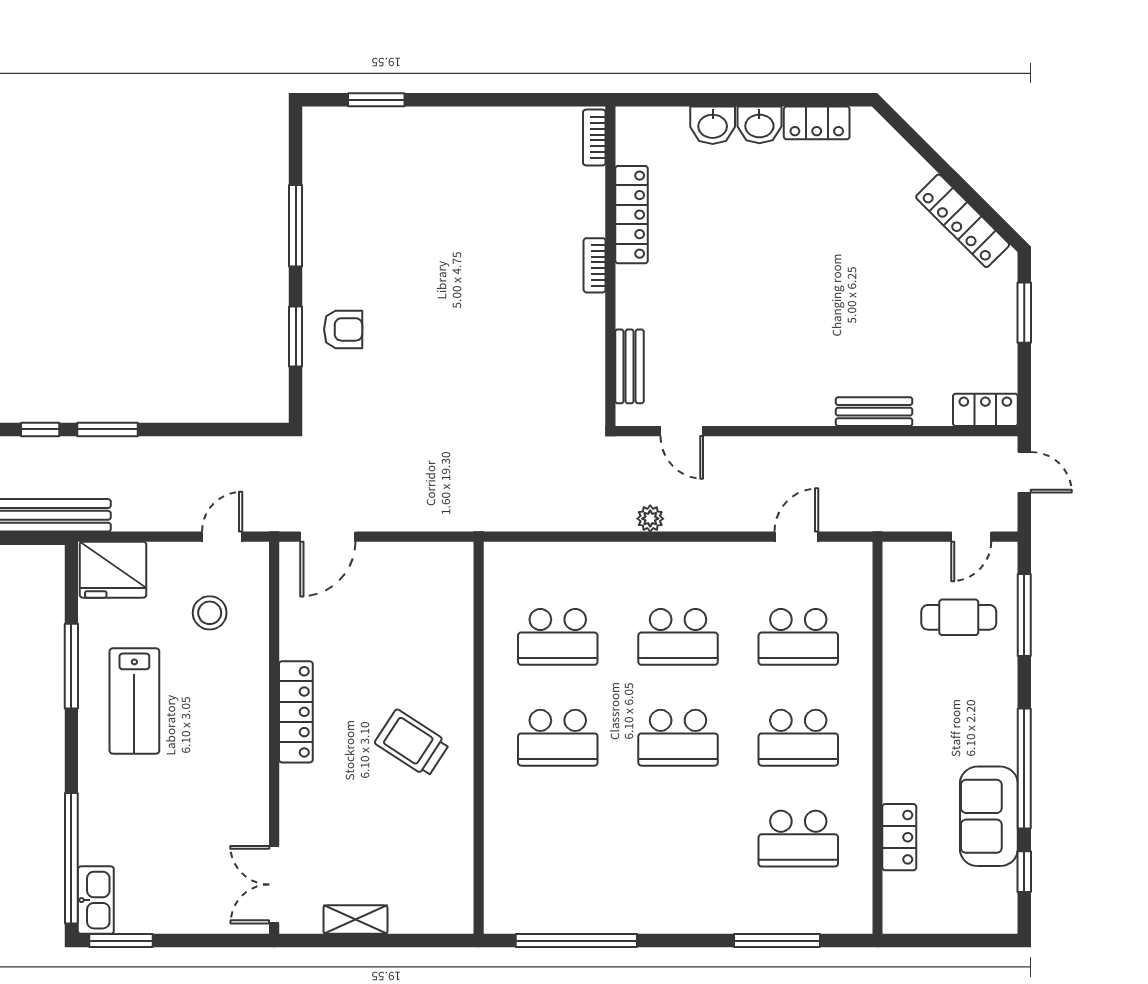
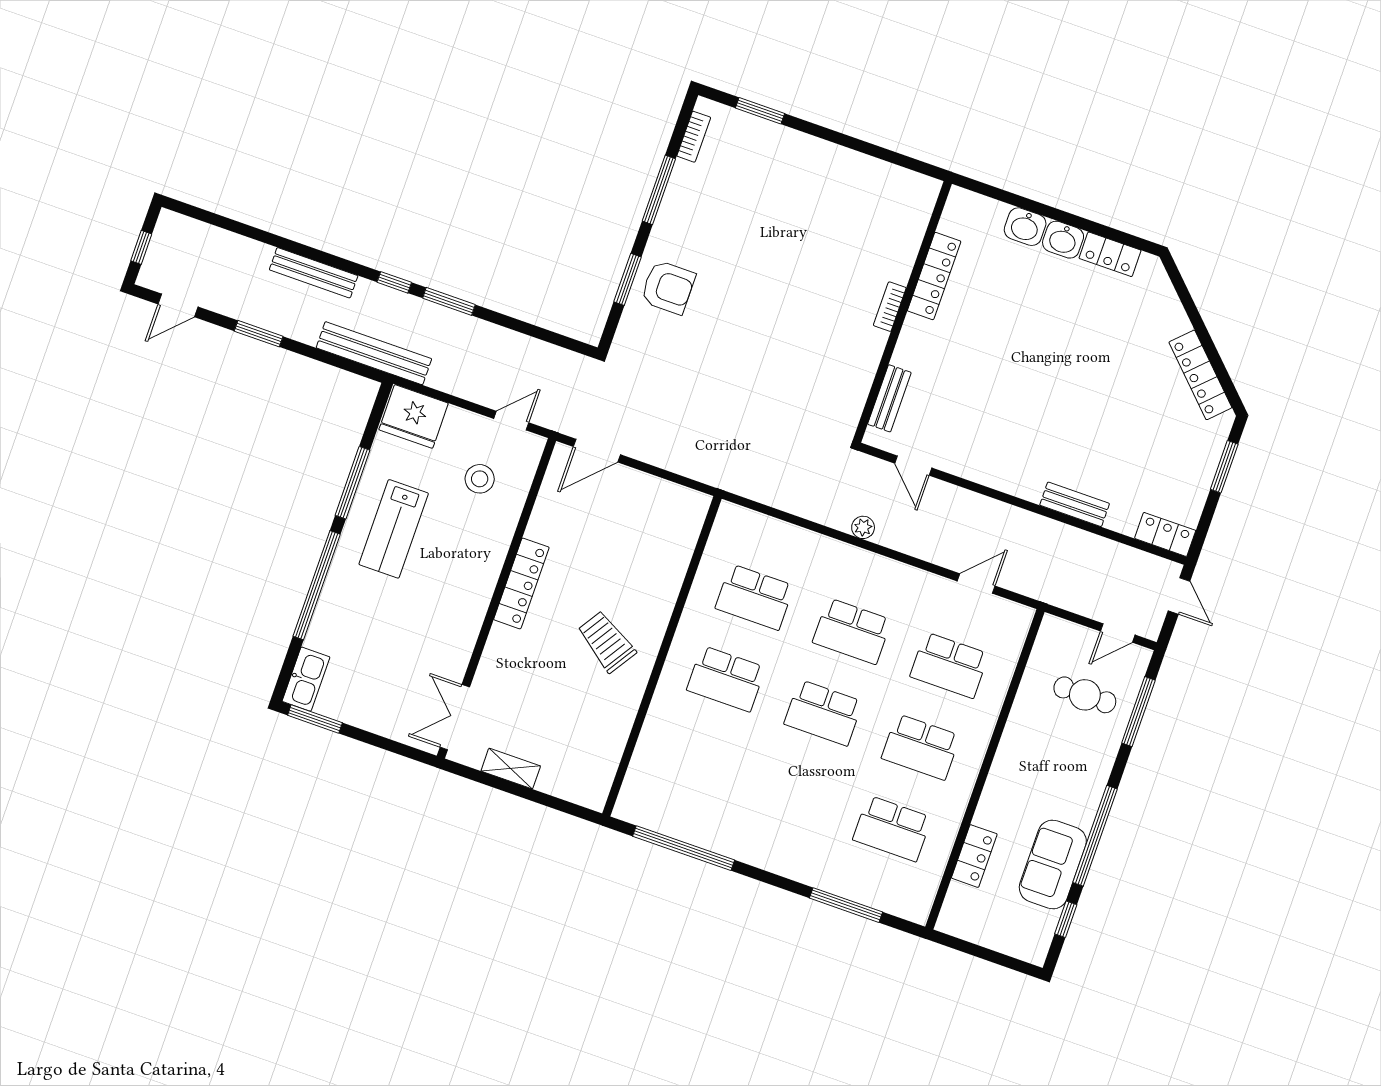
bookcase: (594, 138) -> (694, 137), moved, turned 180
armchair: (343, 329) -> (668, 287), width x1.38, depth x1.38
window: (71, 858) -> (317, 585), moved

